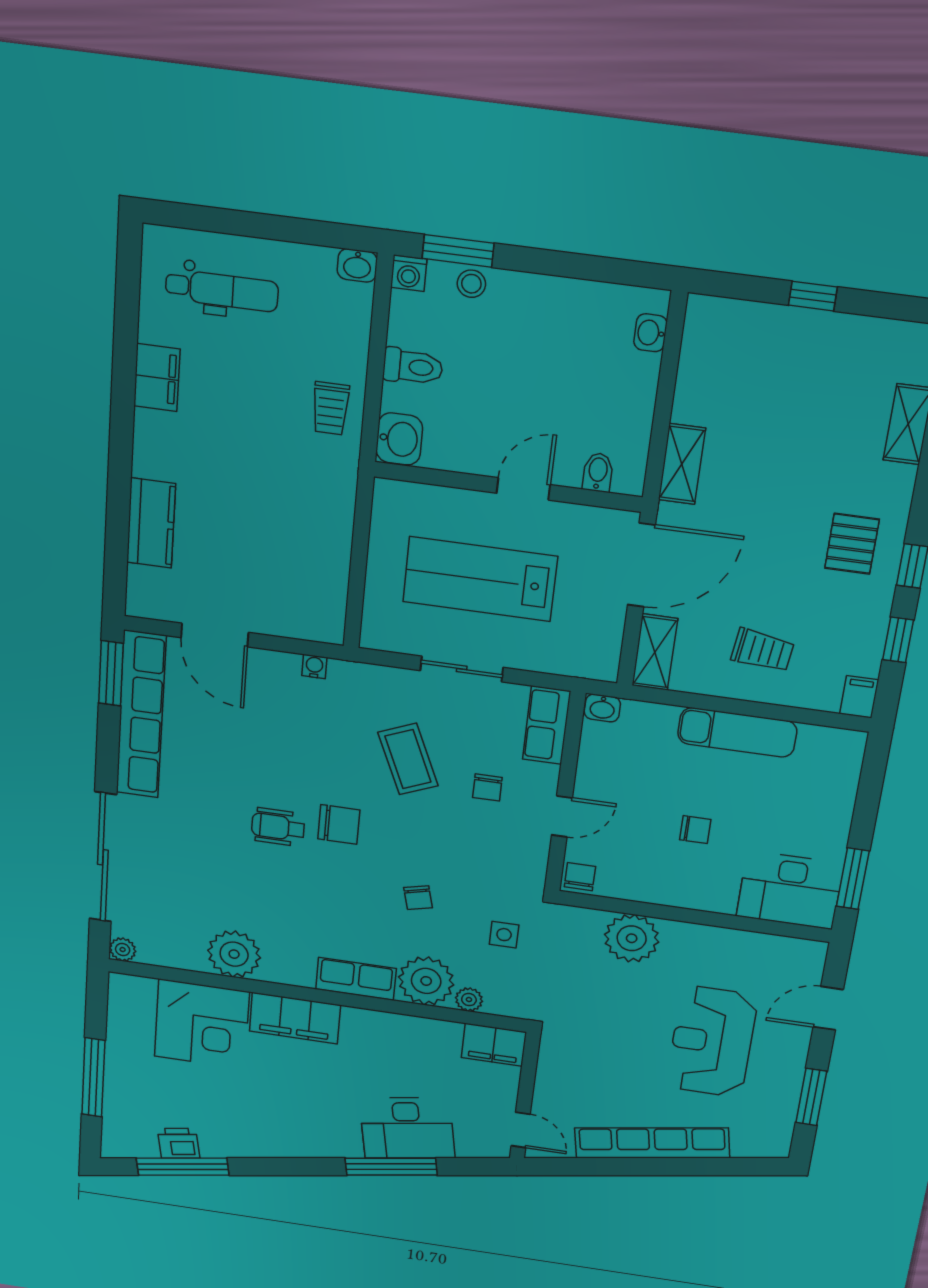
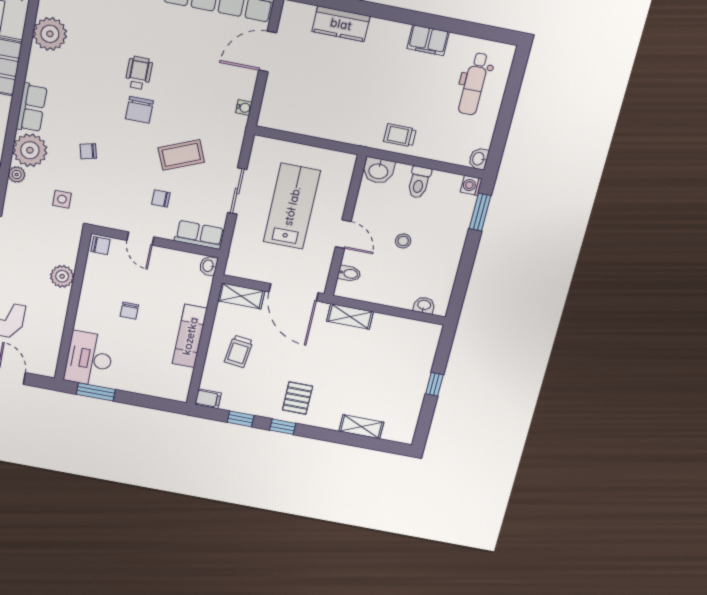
stool: (471, 284) -> (403, 241), moved
pallet: (852, 544) -> (297, 398), turned 90
plant: (632, 938) -> (62, 276), width x0.73, depth x0.73

